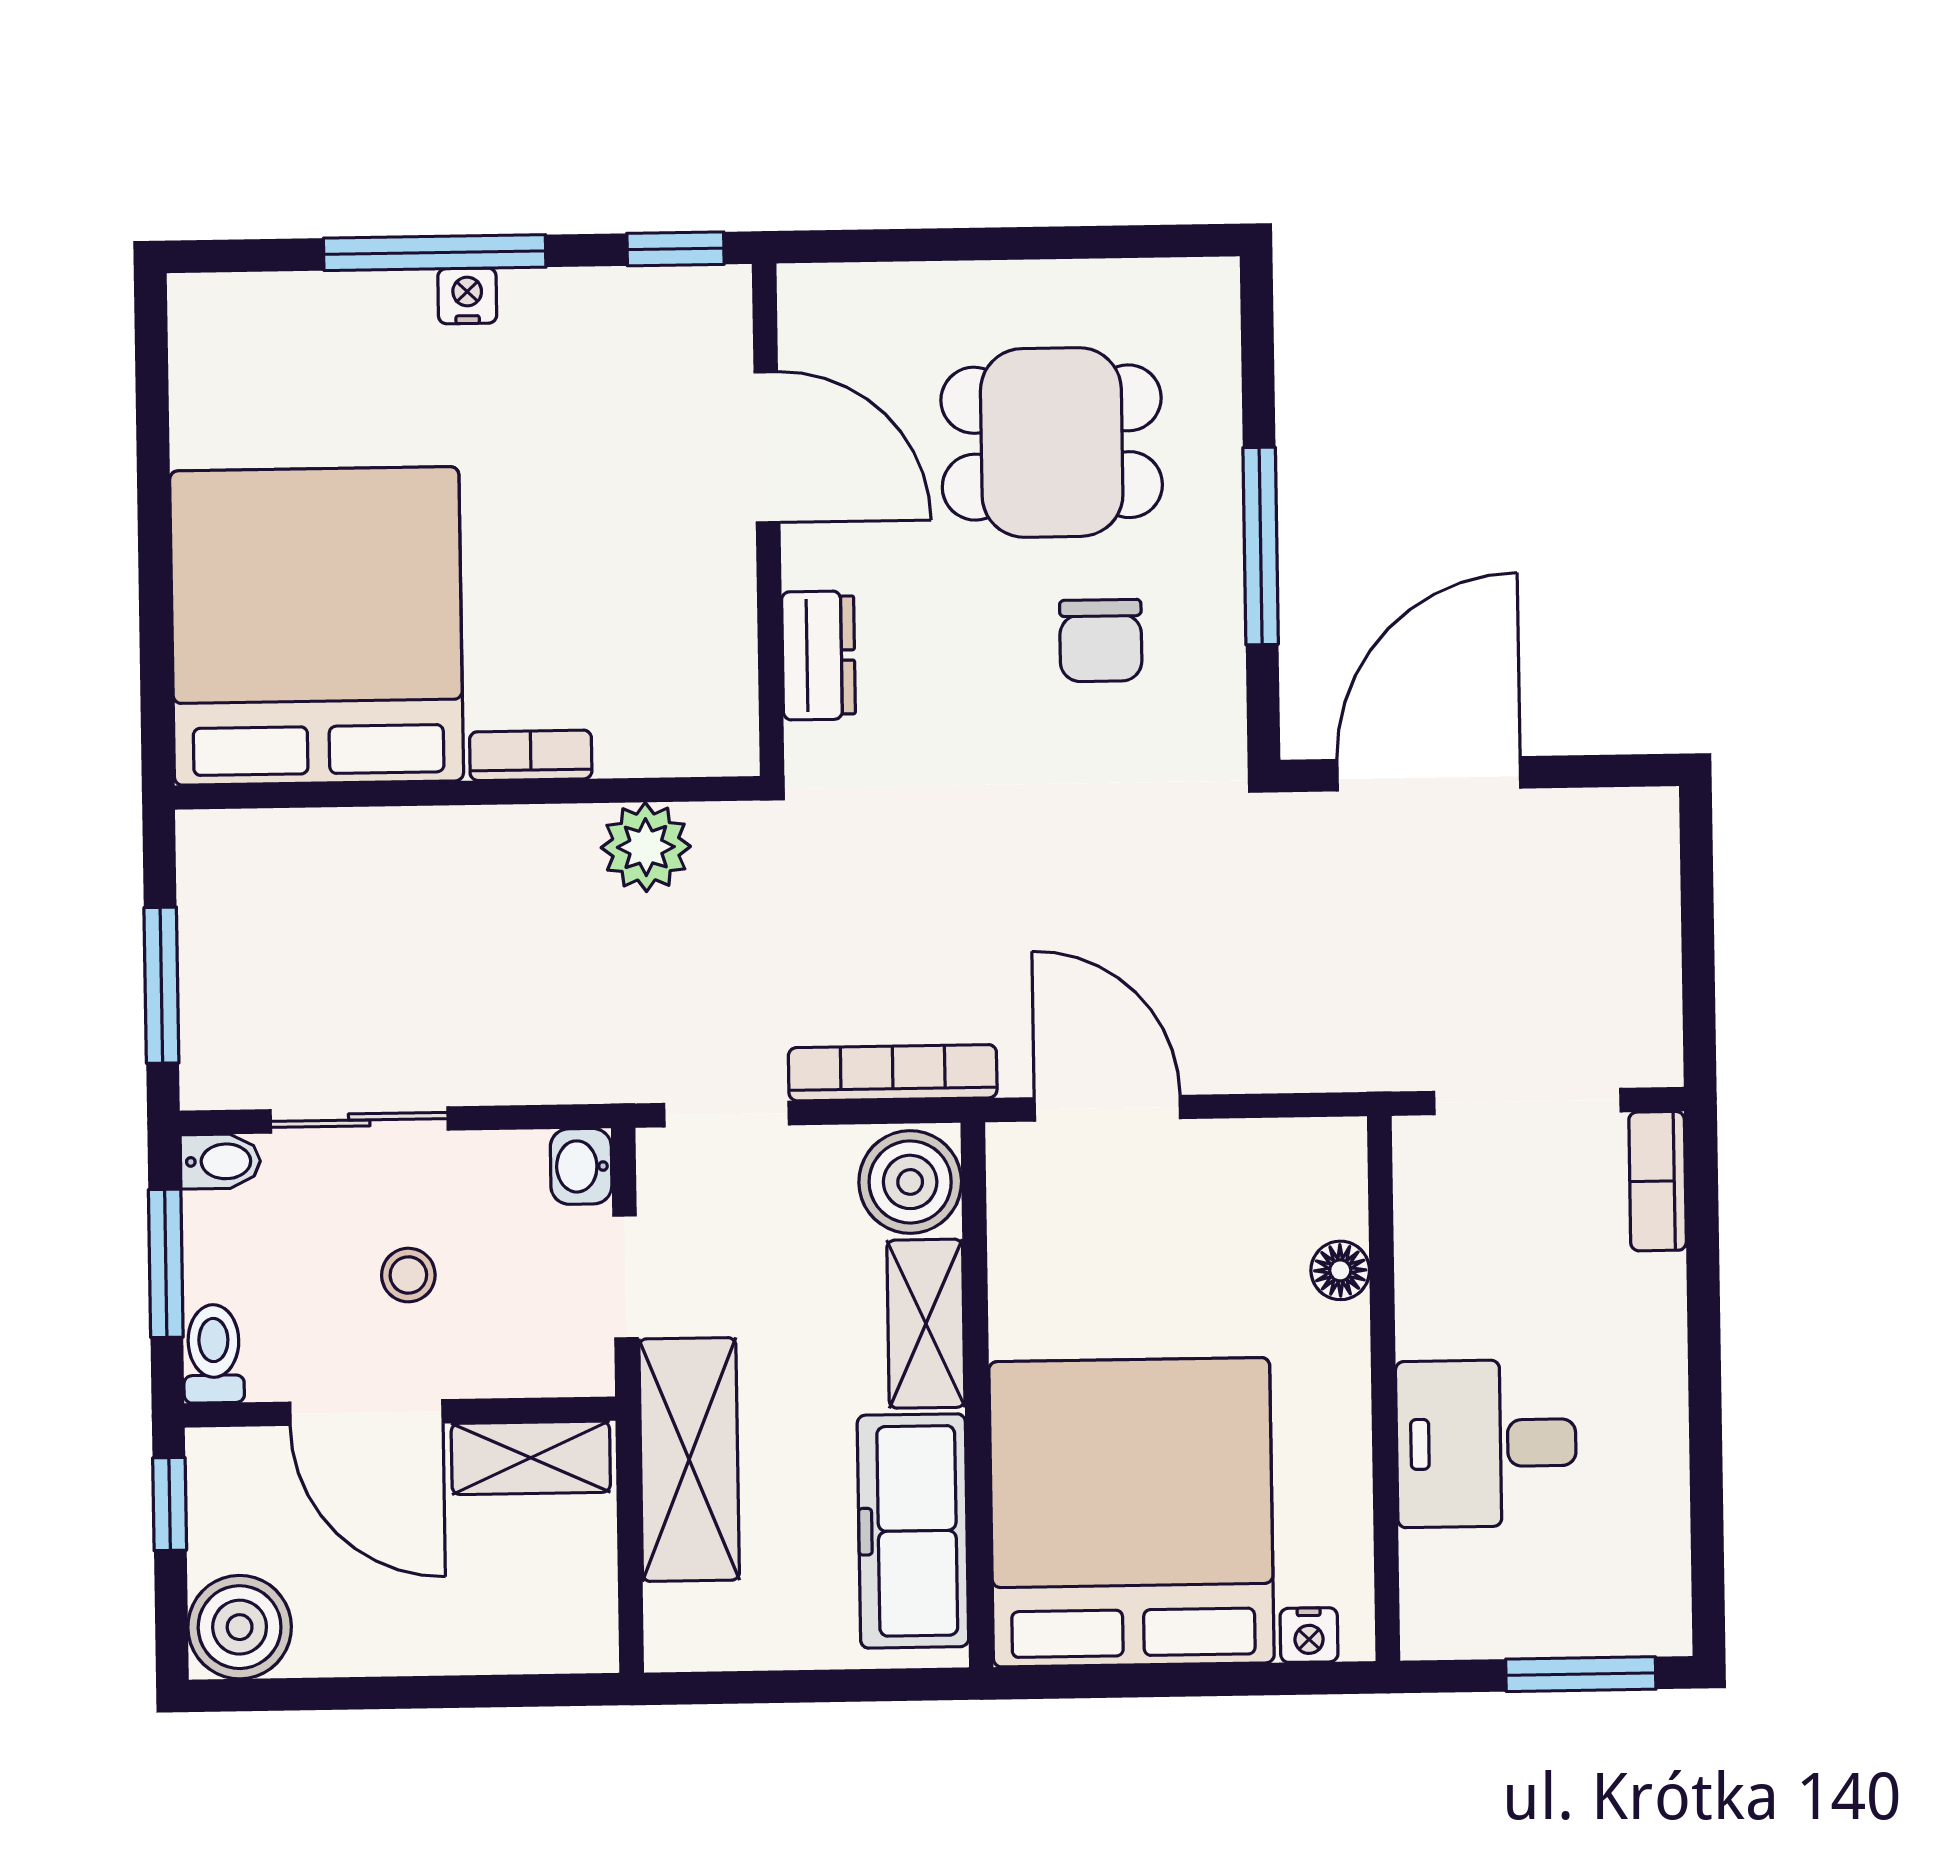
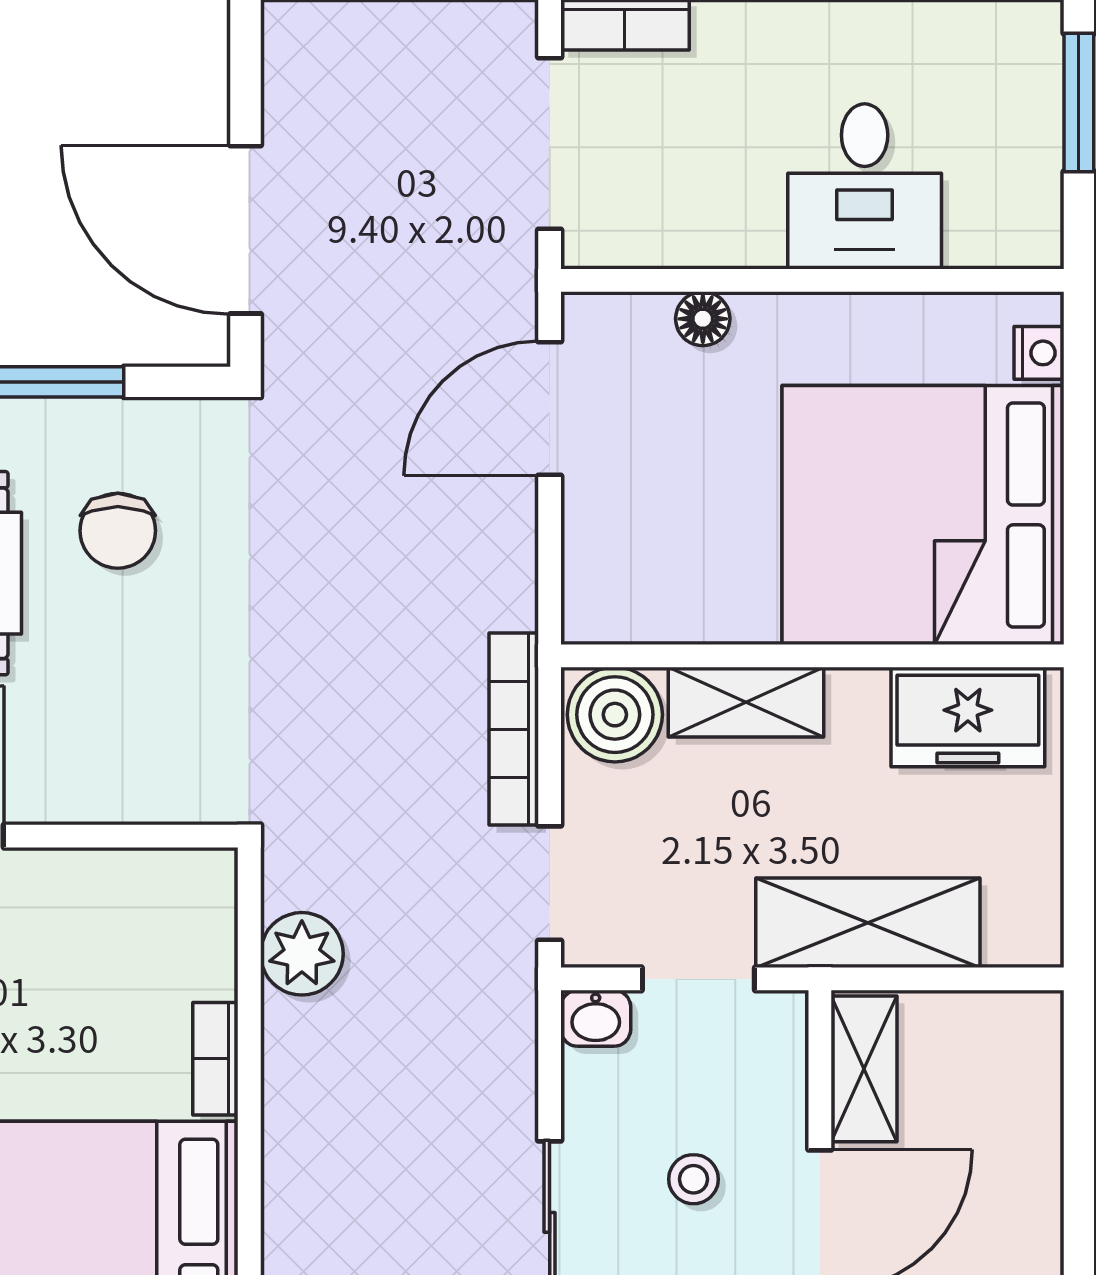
chair: (1101, 641) -> (118, 531), turned 90
dresser: (819, 655) -> (127, 792), removed
door: (1107, 1108) -> (550, 409), moved
freezer: (913, 1531) -> (968, 717), width x0.71

